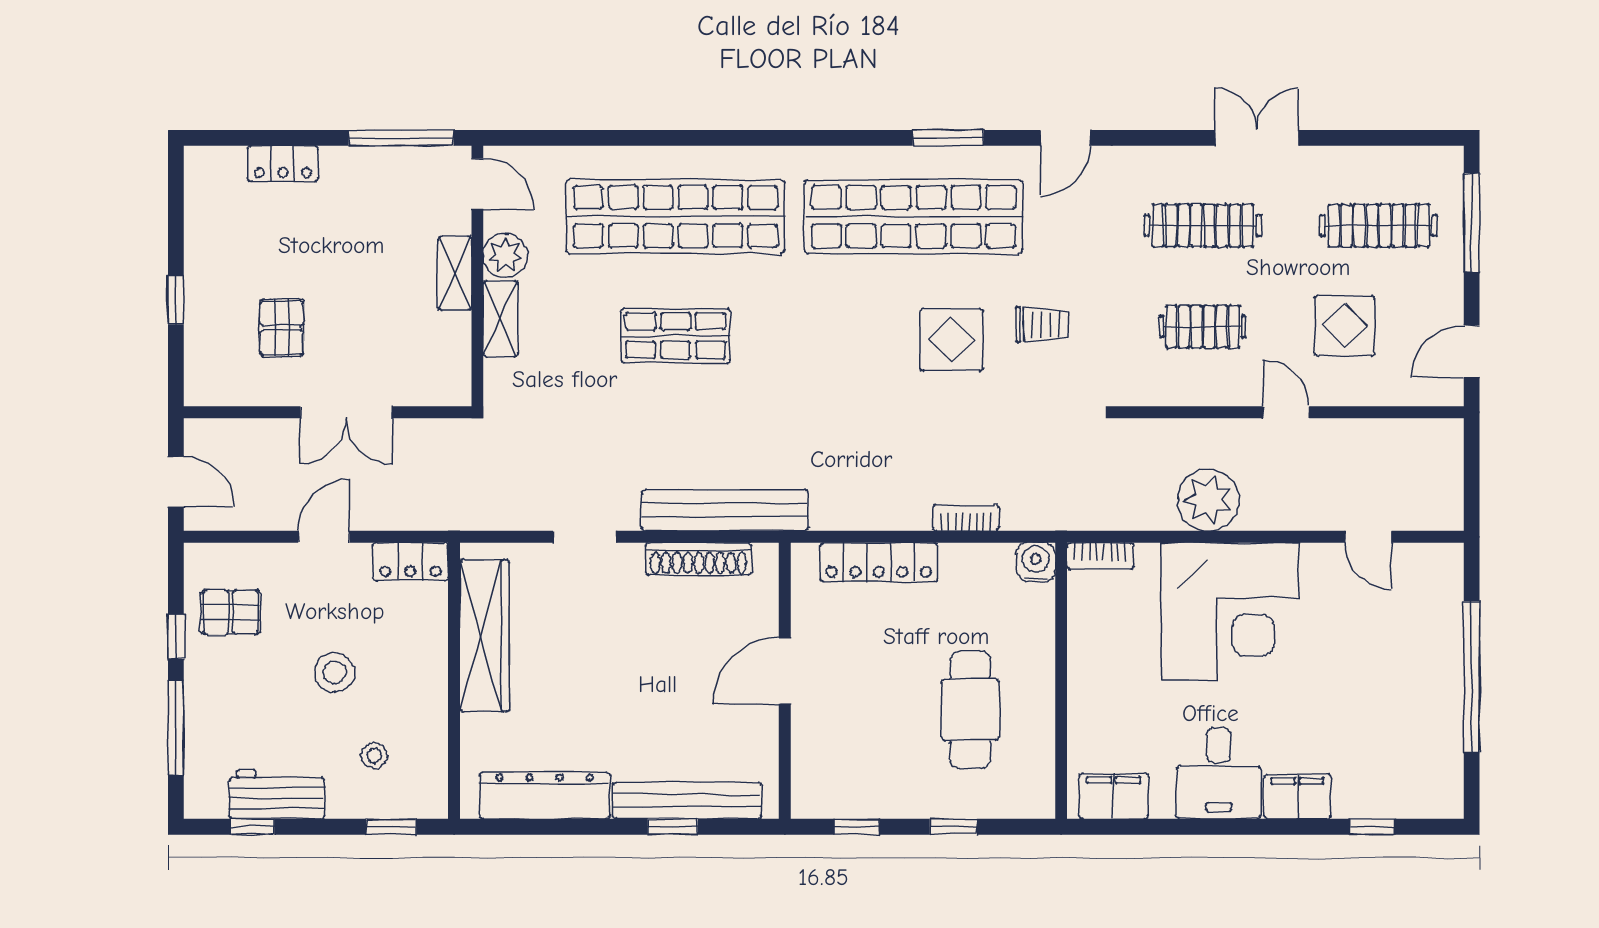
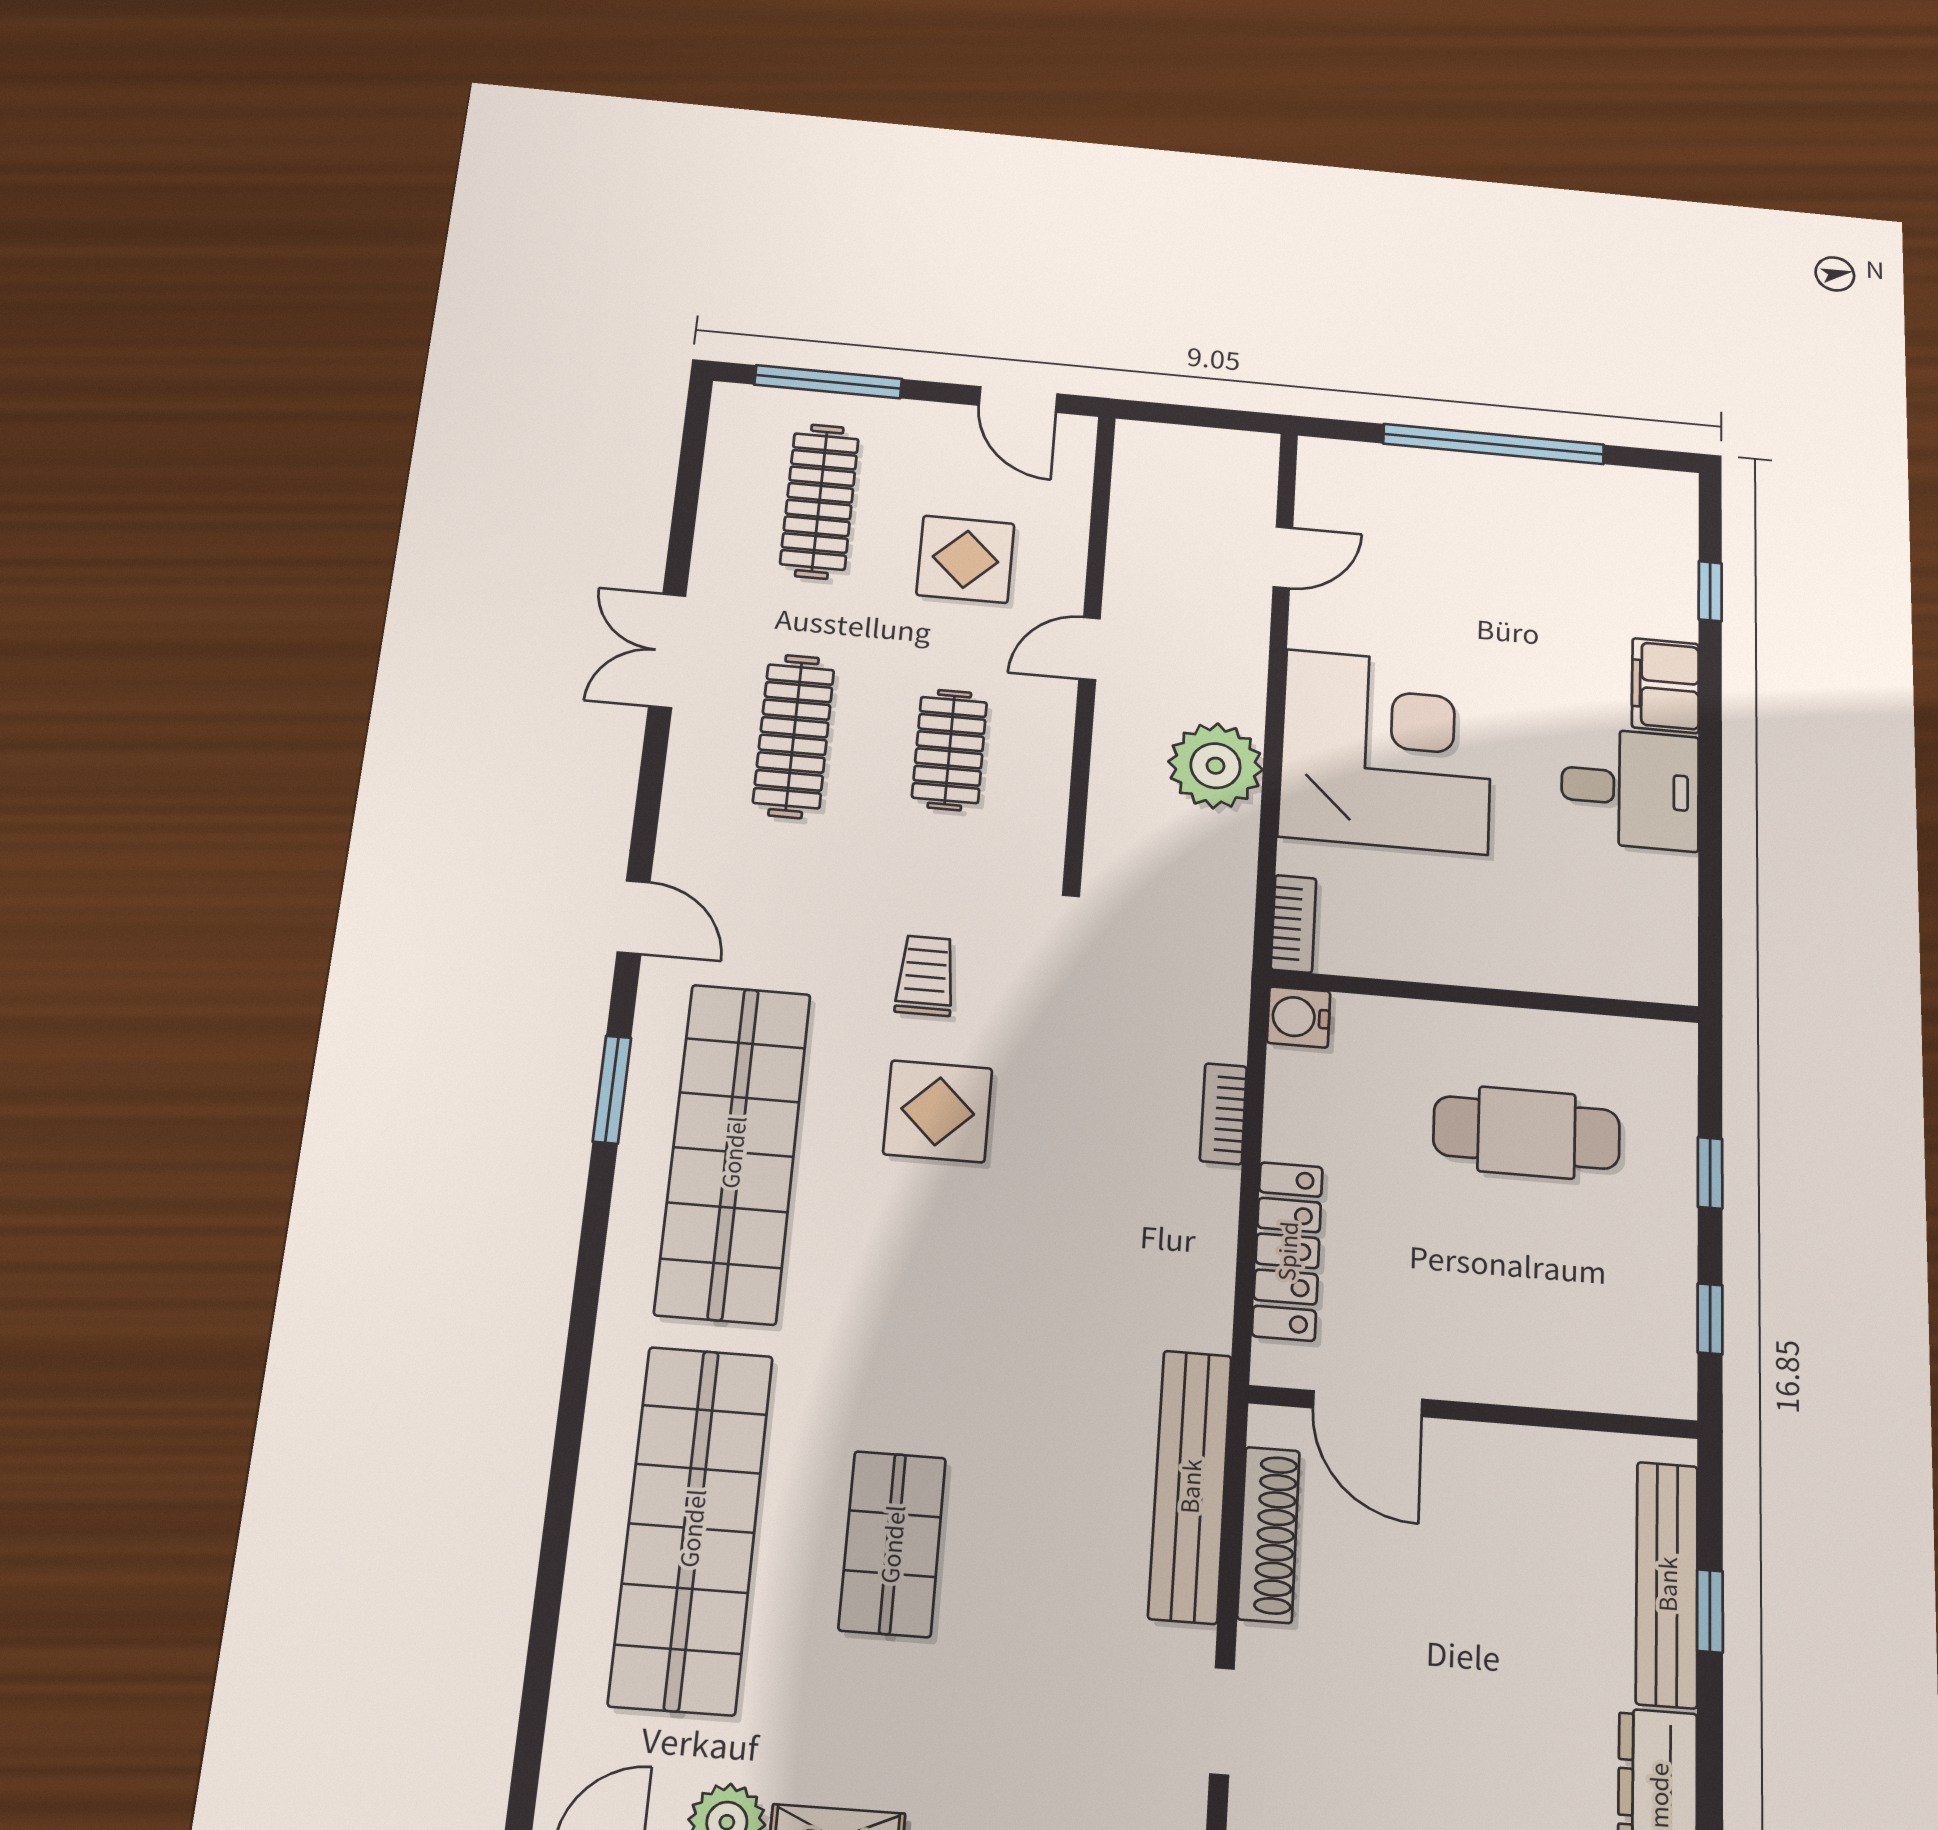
door: (785, 671) -> (1368, 1404), moved
filing cabinet: (1114, 796) -> (1663, 937), removed

